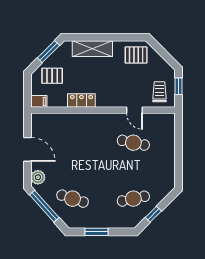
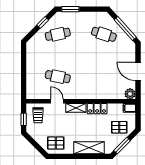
shelving: (110, 101) -> (76, 108), added
plant: (38, 177) -> (130, 94), moved
window: (96, 232) -> (70, 9), moved

